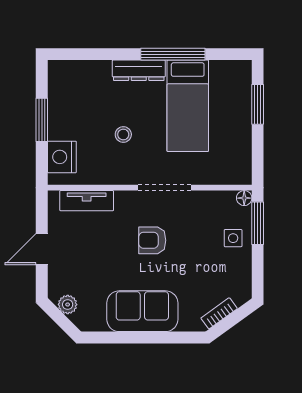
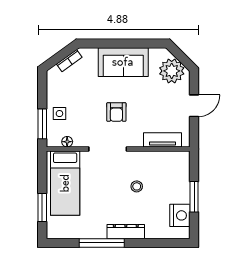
bed: (188, 106) -> (65, 183), moved, turned 180
nightstand: (62, 157) -> (180, 215), moved
floor lamp: (244, 198) -> (67, 142), moved
armchair: (152, 240) -> (116, 112), turned 90
plant: (68, 305) -> (172, 71), width x1.88, depth x1.88

